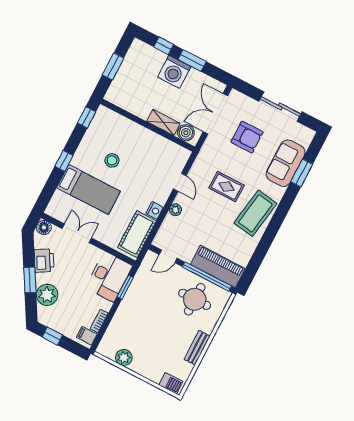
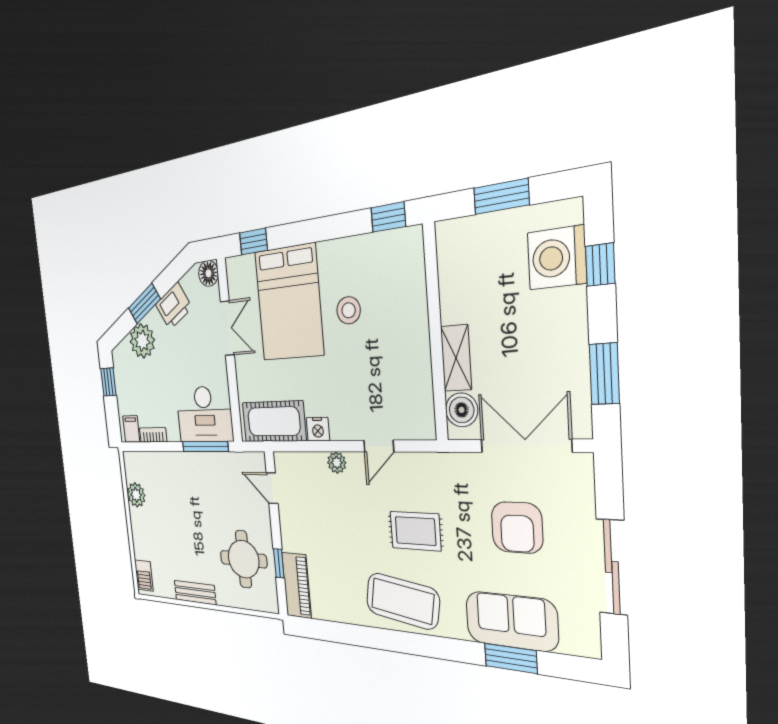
window: (192, 60) -> (604, 374), moved
washing machine: (174, 72) -> (557, 258), moved
window: (64, 161) -> (253, 242), moved
rug: (227, 187) -> (415, 531), turned 90
bed: (89, 190) -> (289, 303), width x1.50
piano: (218, 267) -> (297, 585), width x0.73, depth x0.75
window: (207, 277) -> (279, 563), width x0.32
window: (125, 287) -> (205, 447), width x1.44

